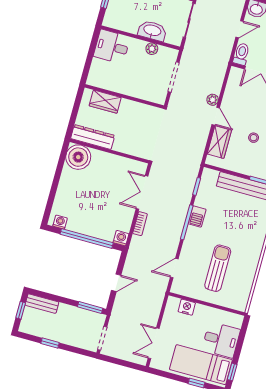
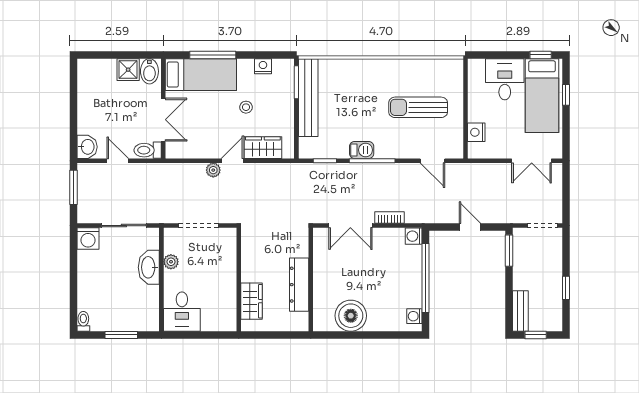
dresser: (93, 137) -> (299, 285), moved
boiler: (78, 157) -> (351, 316), moved

